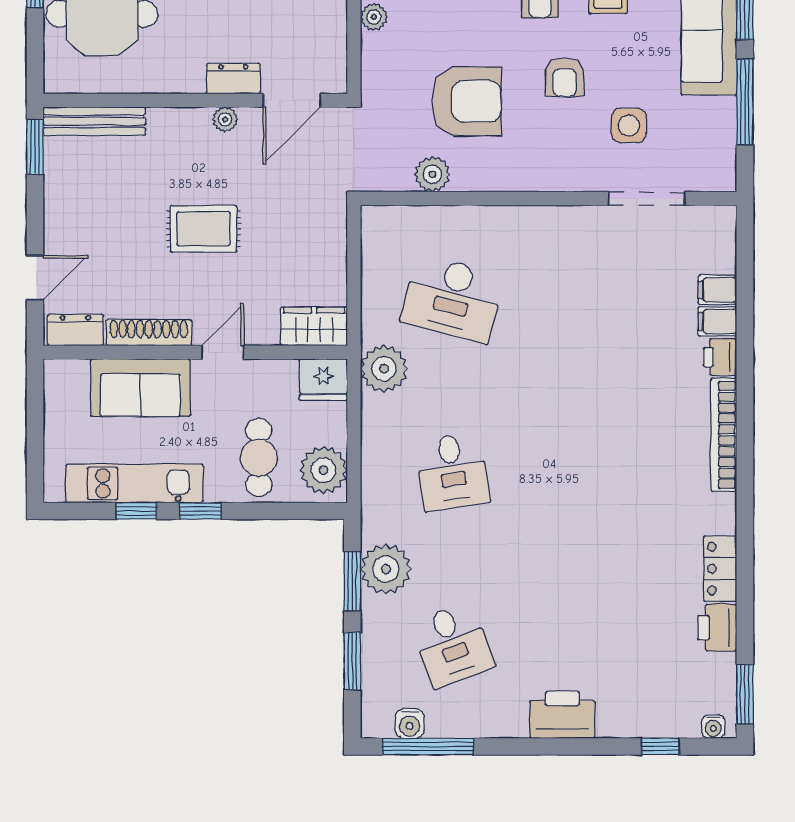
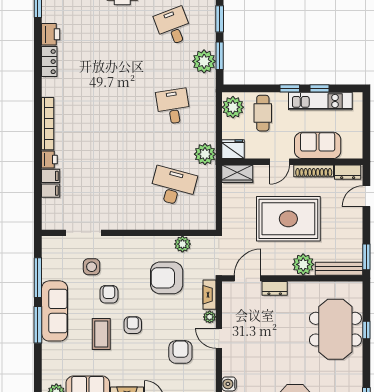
fireplace: (374, 65) -> (209, 295), added
armchair: (564, 77) -> (109, 294), moved
plant: (225, 119) -> (303, 264), moved, width x1.87, depth x1.87
rug: (204, 229) -> (288, 219), width x1.86, depth x2.06

